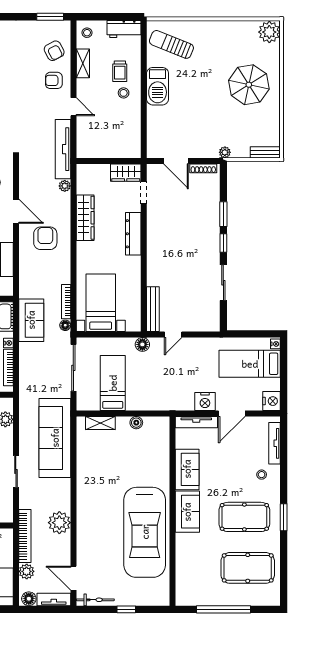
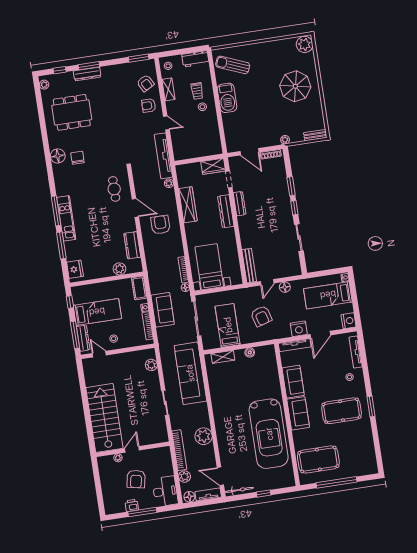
dresser: (153, 227) -> (240, 204), added
sofa: (31, 320) -> (163, 310), moved
floor lamp: (142, 344) -> (285, 287), moved
armchair: (159, 378) -> (261, 316), added
pool table: (248, 568) -> (318, 459), moved

